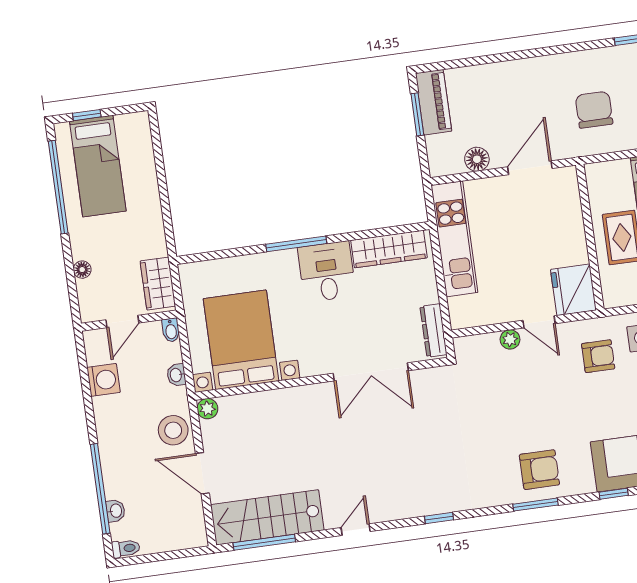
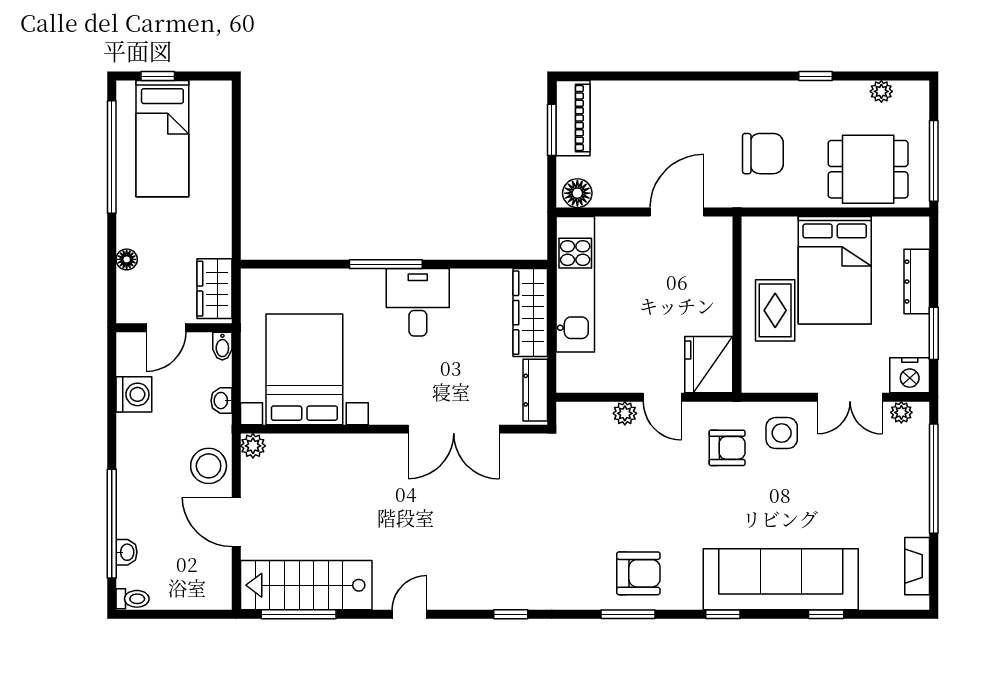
chair: (594, 110) -> (763, 154), turned 90
floor lamp: (477, 159) -> (577, 193), moved
wardrobe: (389, 249) -> (530, 313), moved, turned 90

